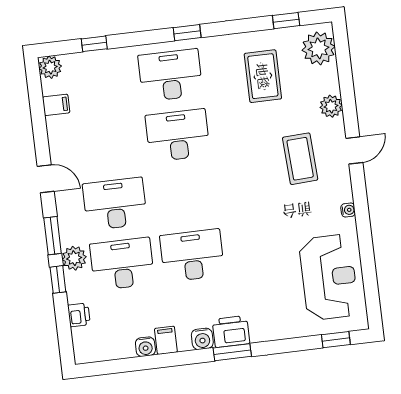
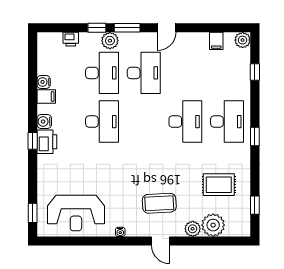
plant: (319, 48) -> (213, 225), moved
window: (232, 352) -> (33, 141), width x0.67

